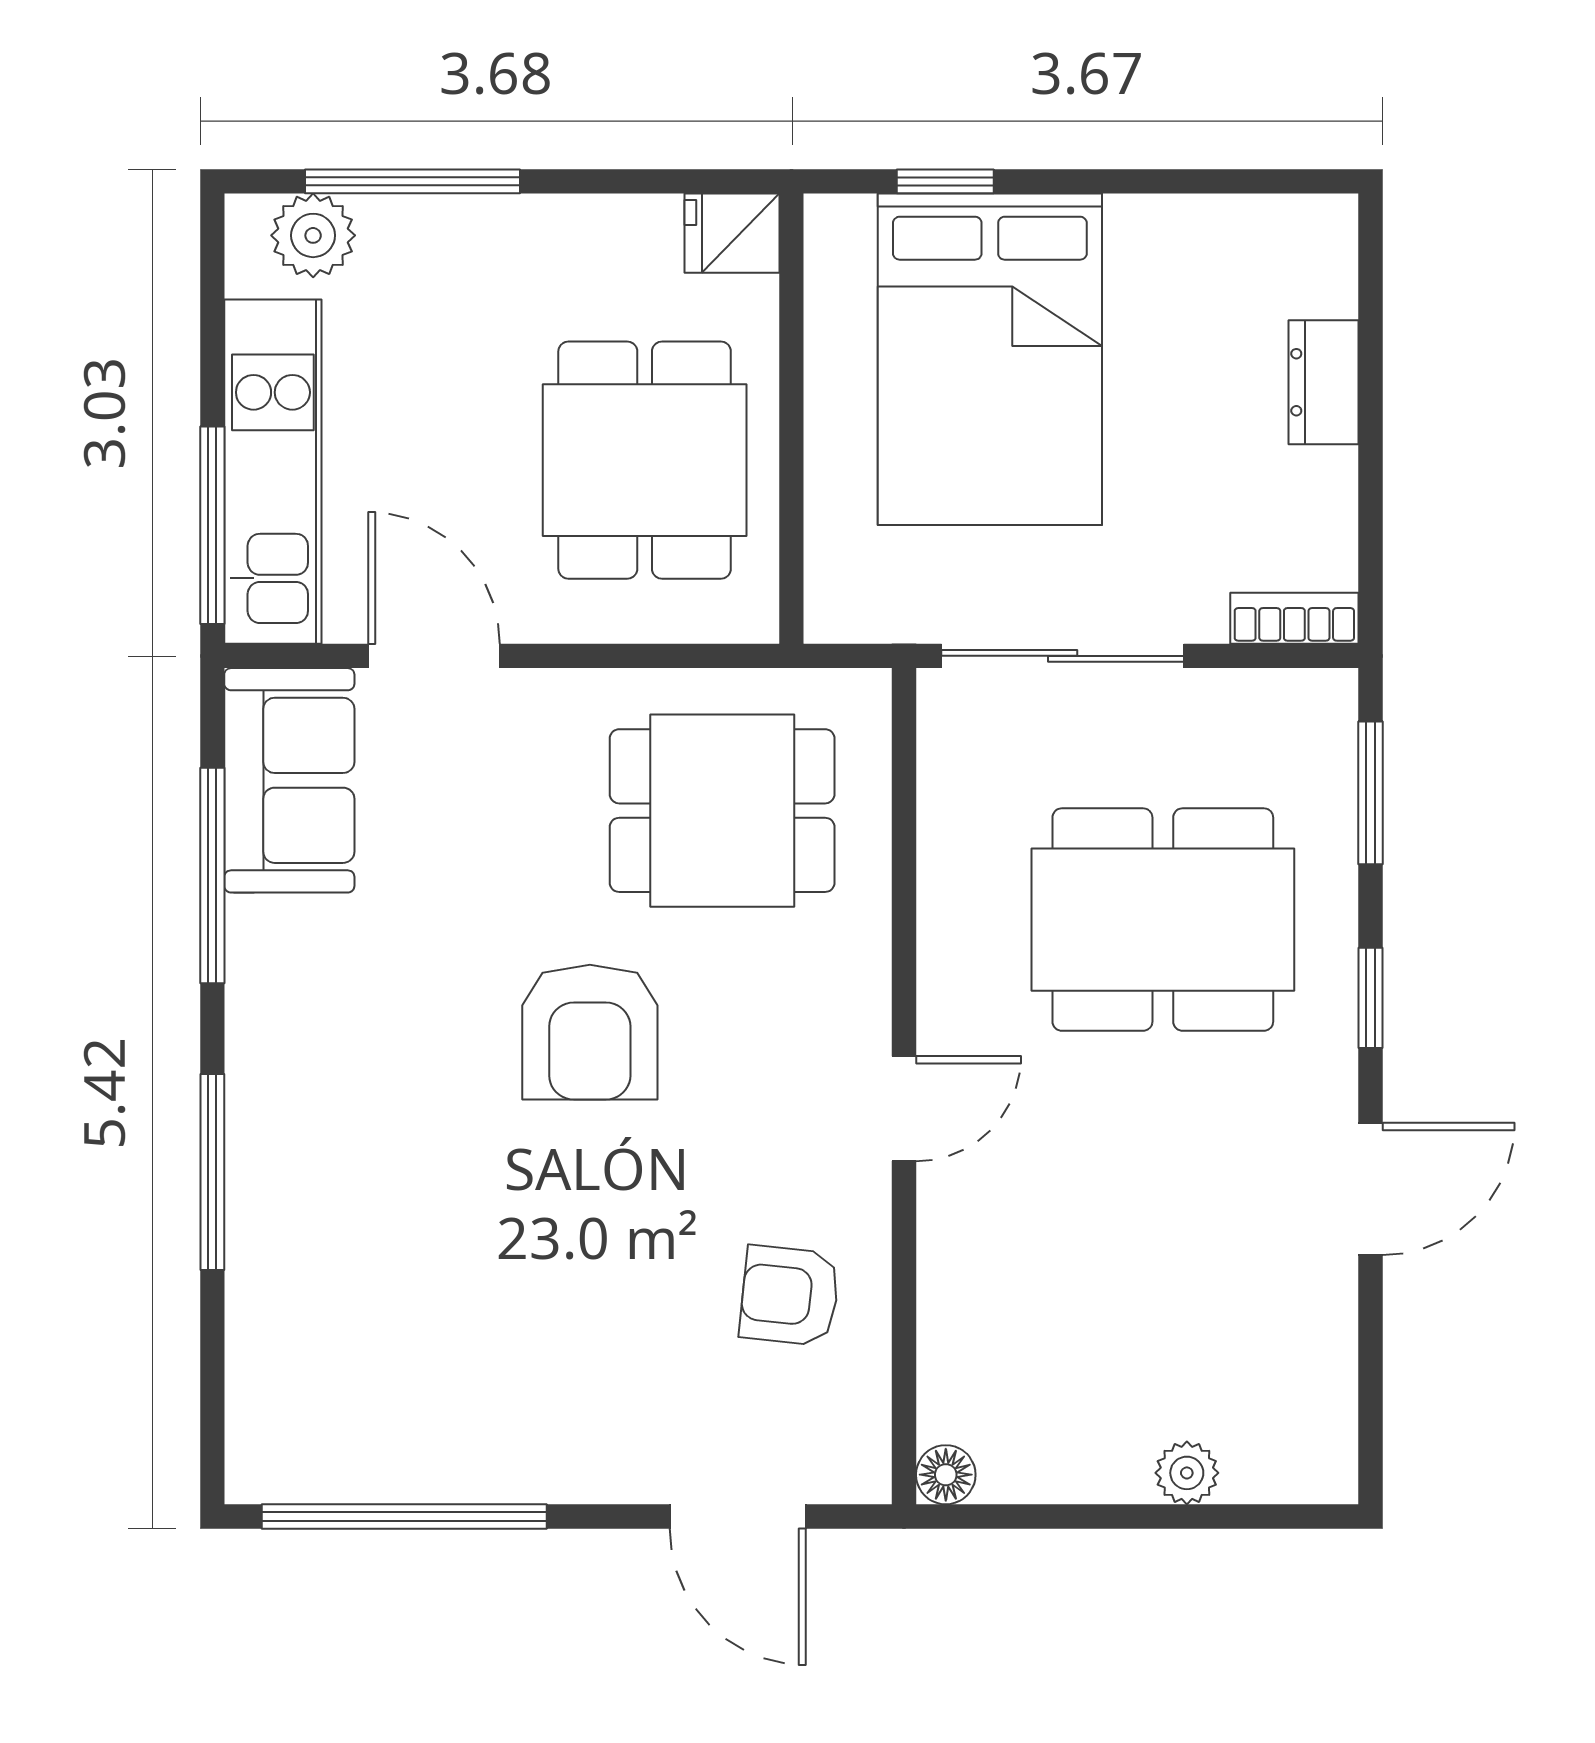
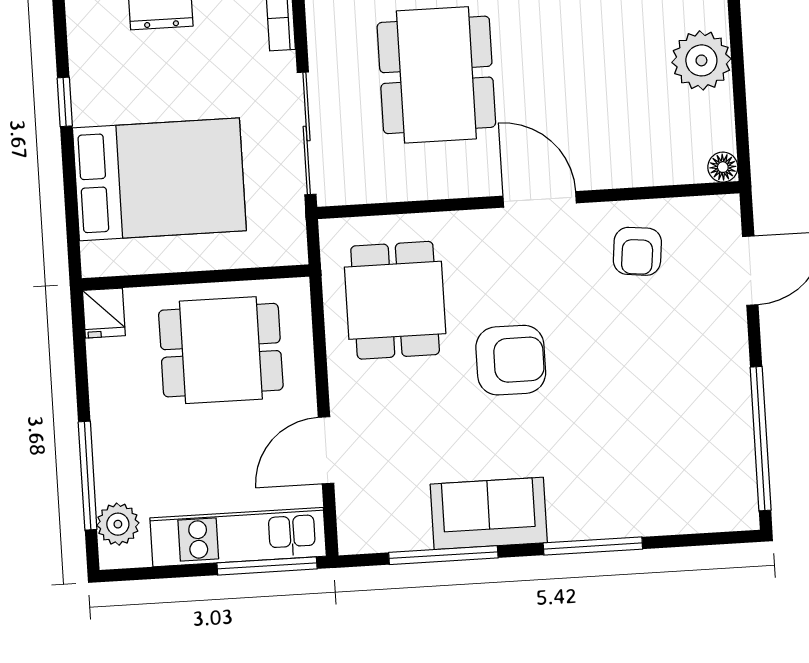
window: (945, 181) -> (65, 102), moved
sofa: (289, 780) -> (489, 513), moved
door: (904, 1109) -> (540, 199), width x1.38
plant: (1187, 1473) -> (701, 60), width x1.88, depth x1.88

